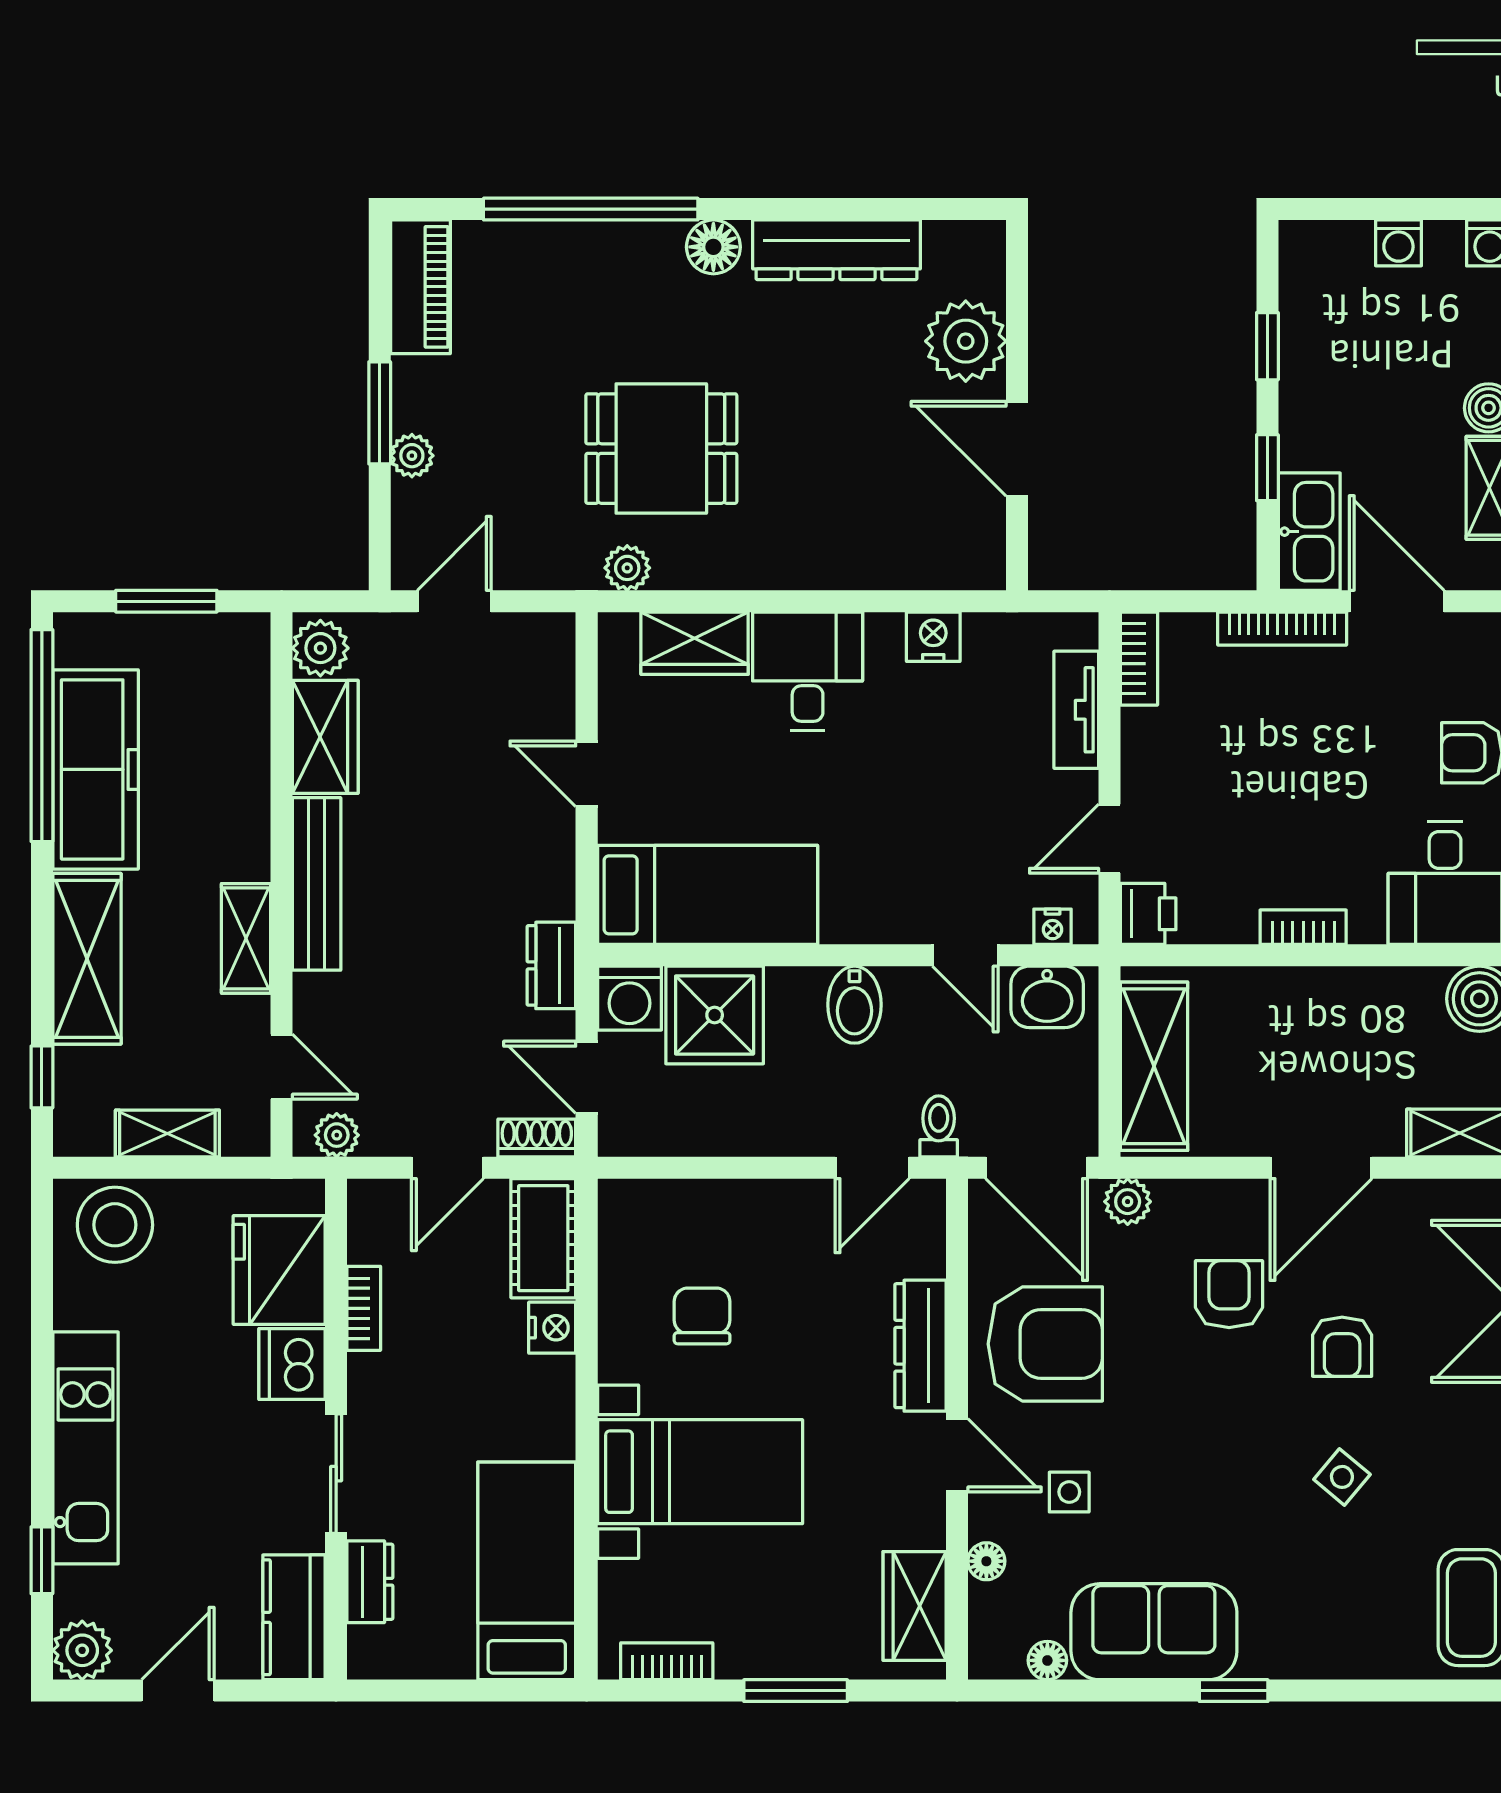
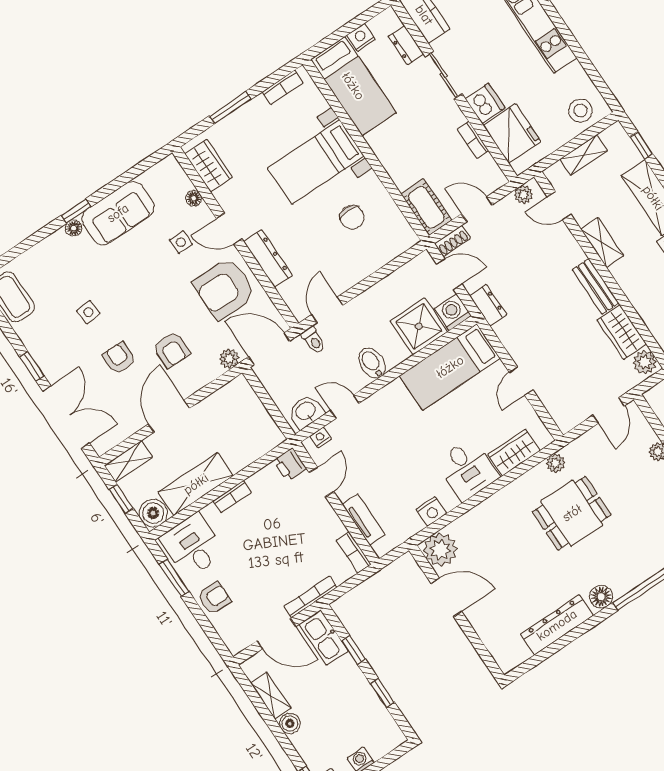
plant: (966, 341) -> (440, 550), moved
door: (587, 774) -> (521, 381), swing flipped
bench: (317, 884) -> (596, 286), width x0.73
shelving: (1154, 1066) -> (196, 484), moved, turned 90
door: (447, 1168) -> (477, 209), hinge flipped
stool: (115, 1225) -> (580, 110), width x0.73, depth x0.73
nightstand: (552, 1328) -> (361, 37), moved, turned 90
side table: (1342, 1477) -> (88, 312), turned 45
floor lamp: (1047, 1660) -> (74, 228), moved

